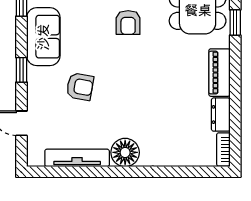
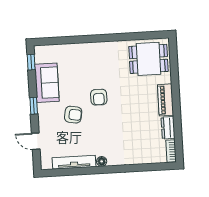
window: (235, 22) -> (174, 66), removed
armchair: (128, 23) -> (99, 97), moved
floor lamp: (125, 152) -> (102, 161), width x0.53, depth x0.53

